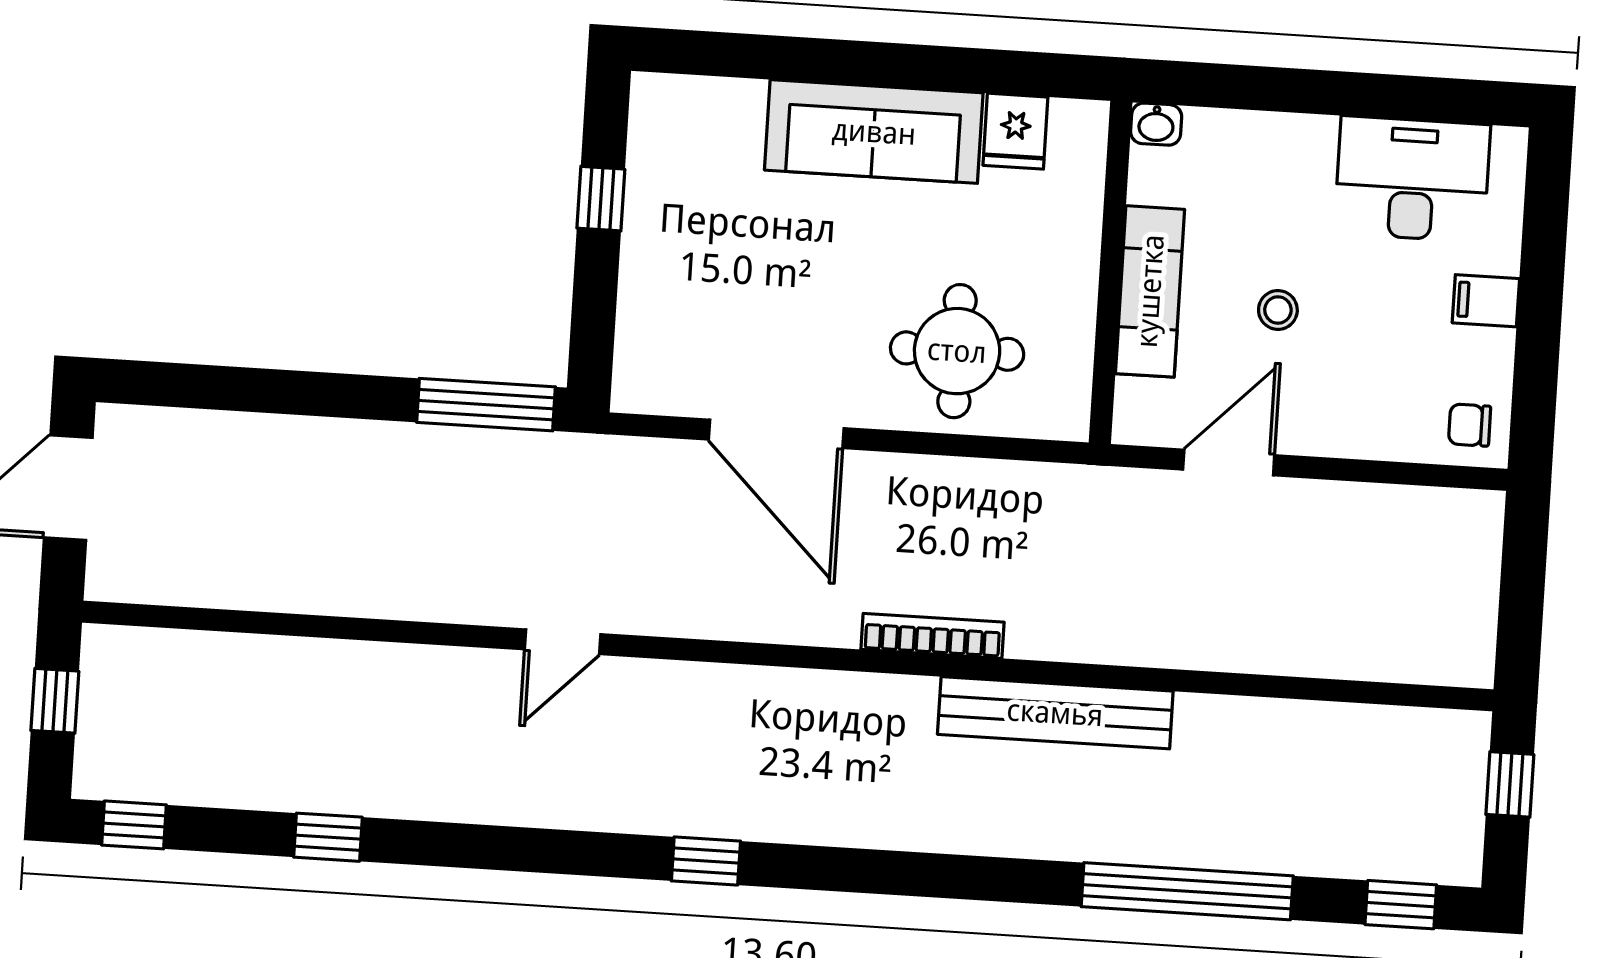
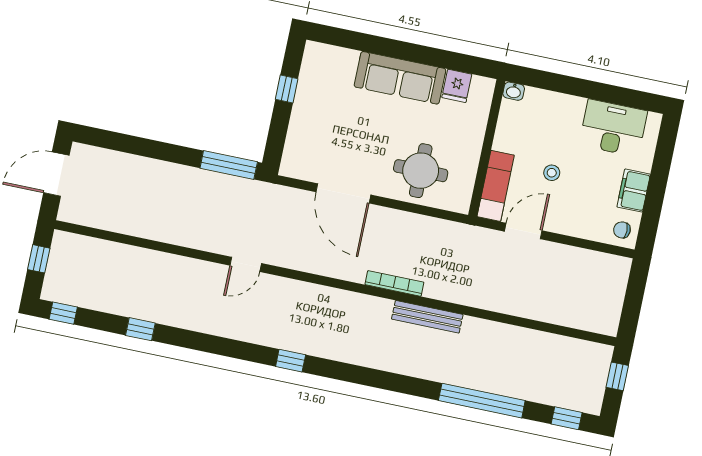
exam couch: (1150, 291) -> (496, 186), moved
filing cabinet: (1486, 301) -> (634, 191), width x2.00
bench: (1055, 713) -> (427, 317), width x0.73, depth x0.82

